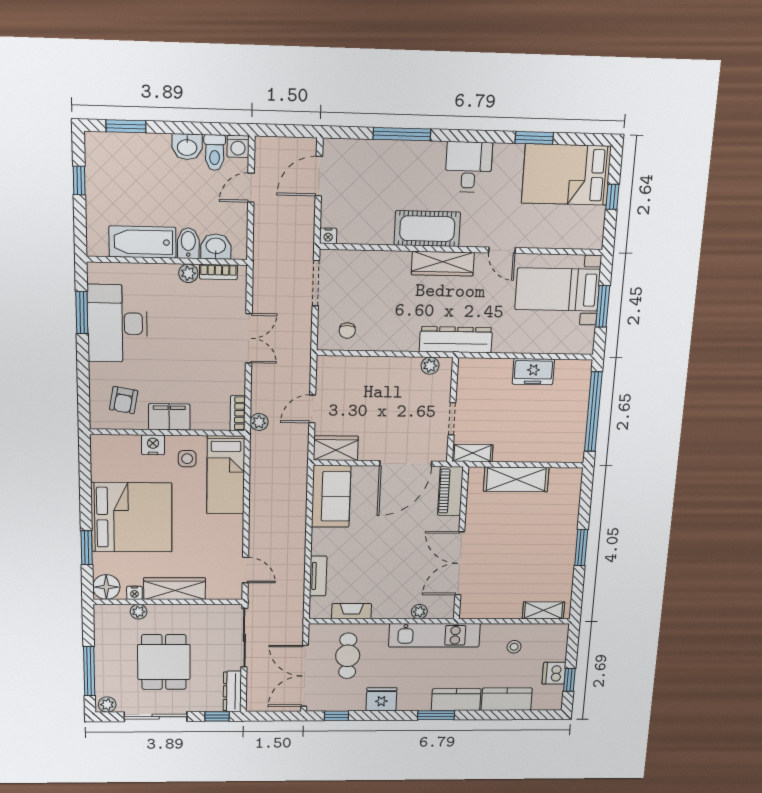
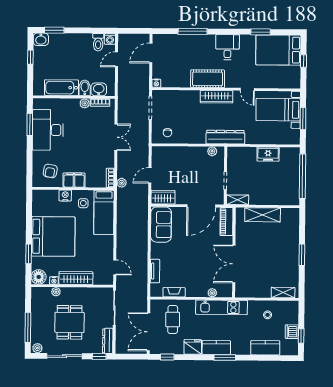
washbasin: (187, 147) -> (41, 39), moved
kitchen counter: (456, 700) -> (216, 348), moved

